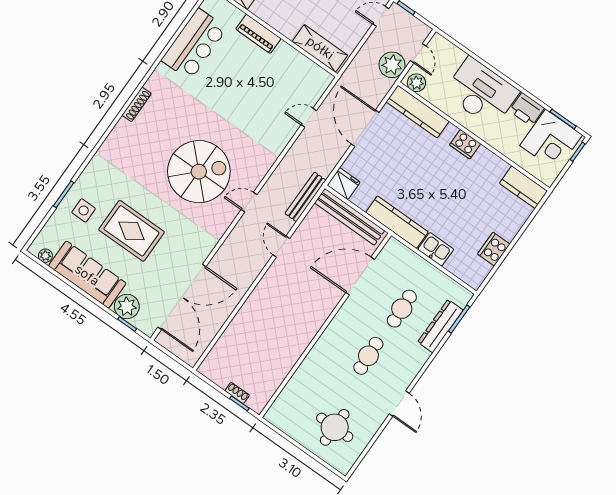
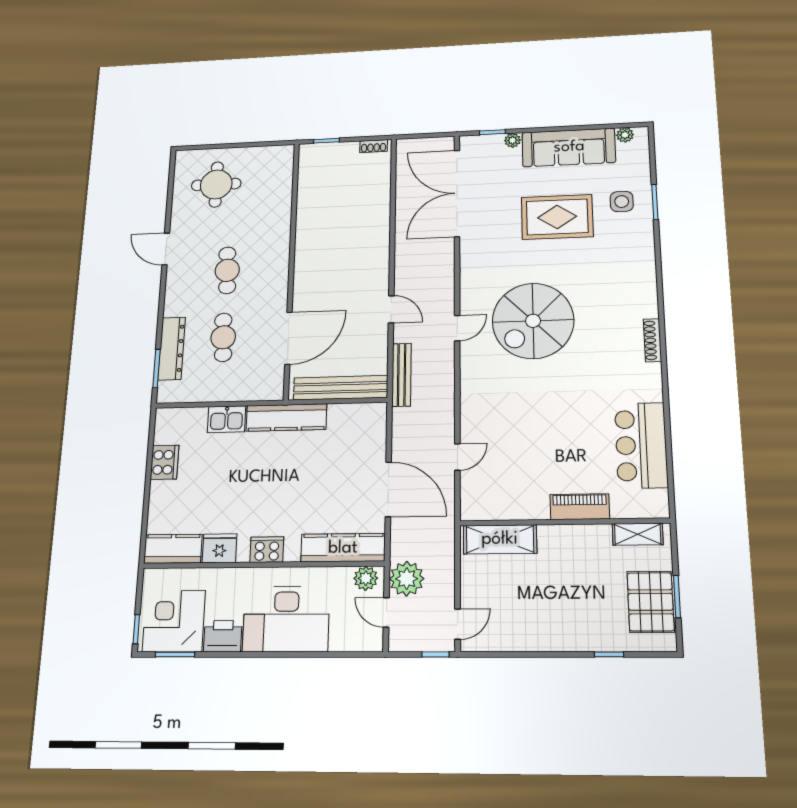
fridge: (344, 184) -> (220, 548), moved, turned 180
plant: (127, 306) -> (513, 140), width x0.53, depth x0.53
shoe rack: (237, 393) -> (374, 146), moved

